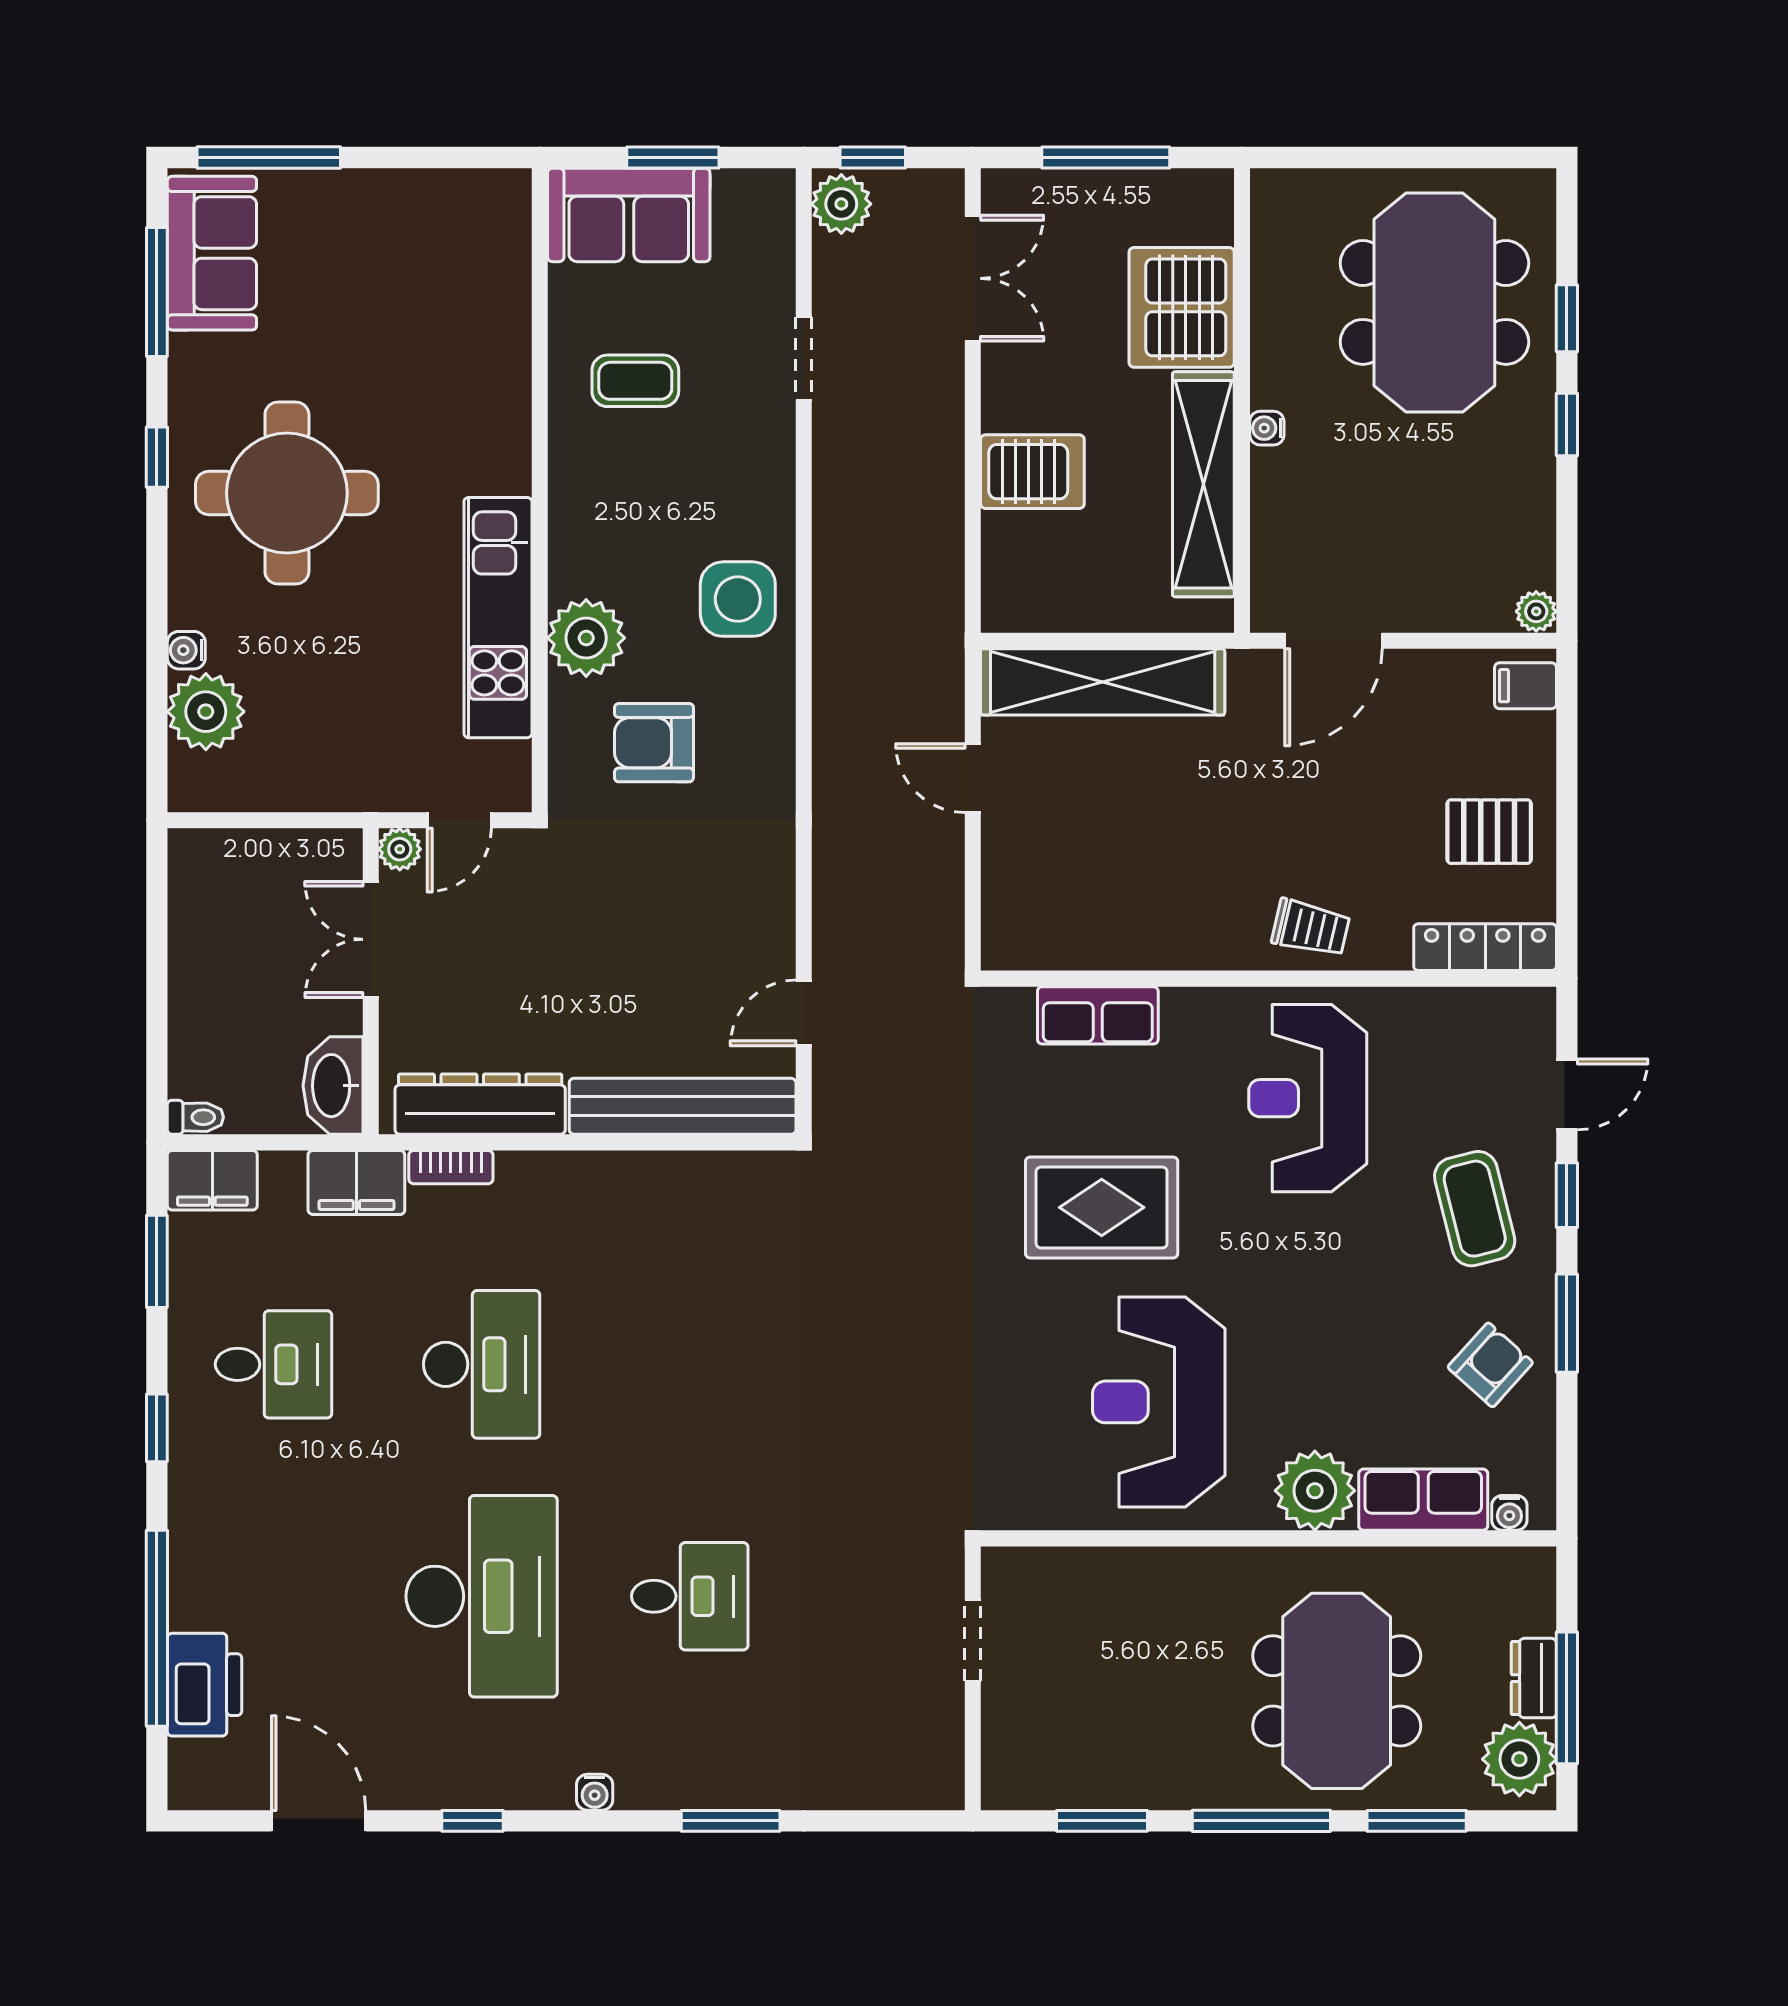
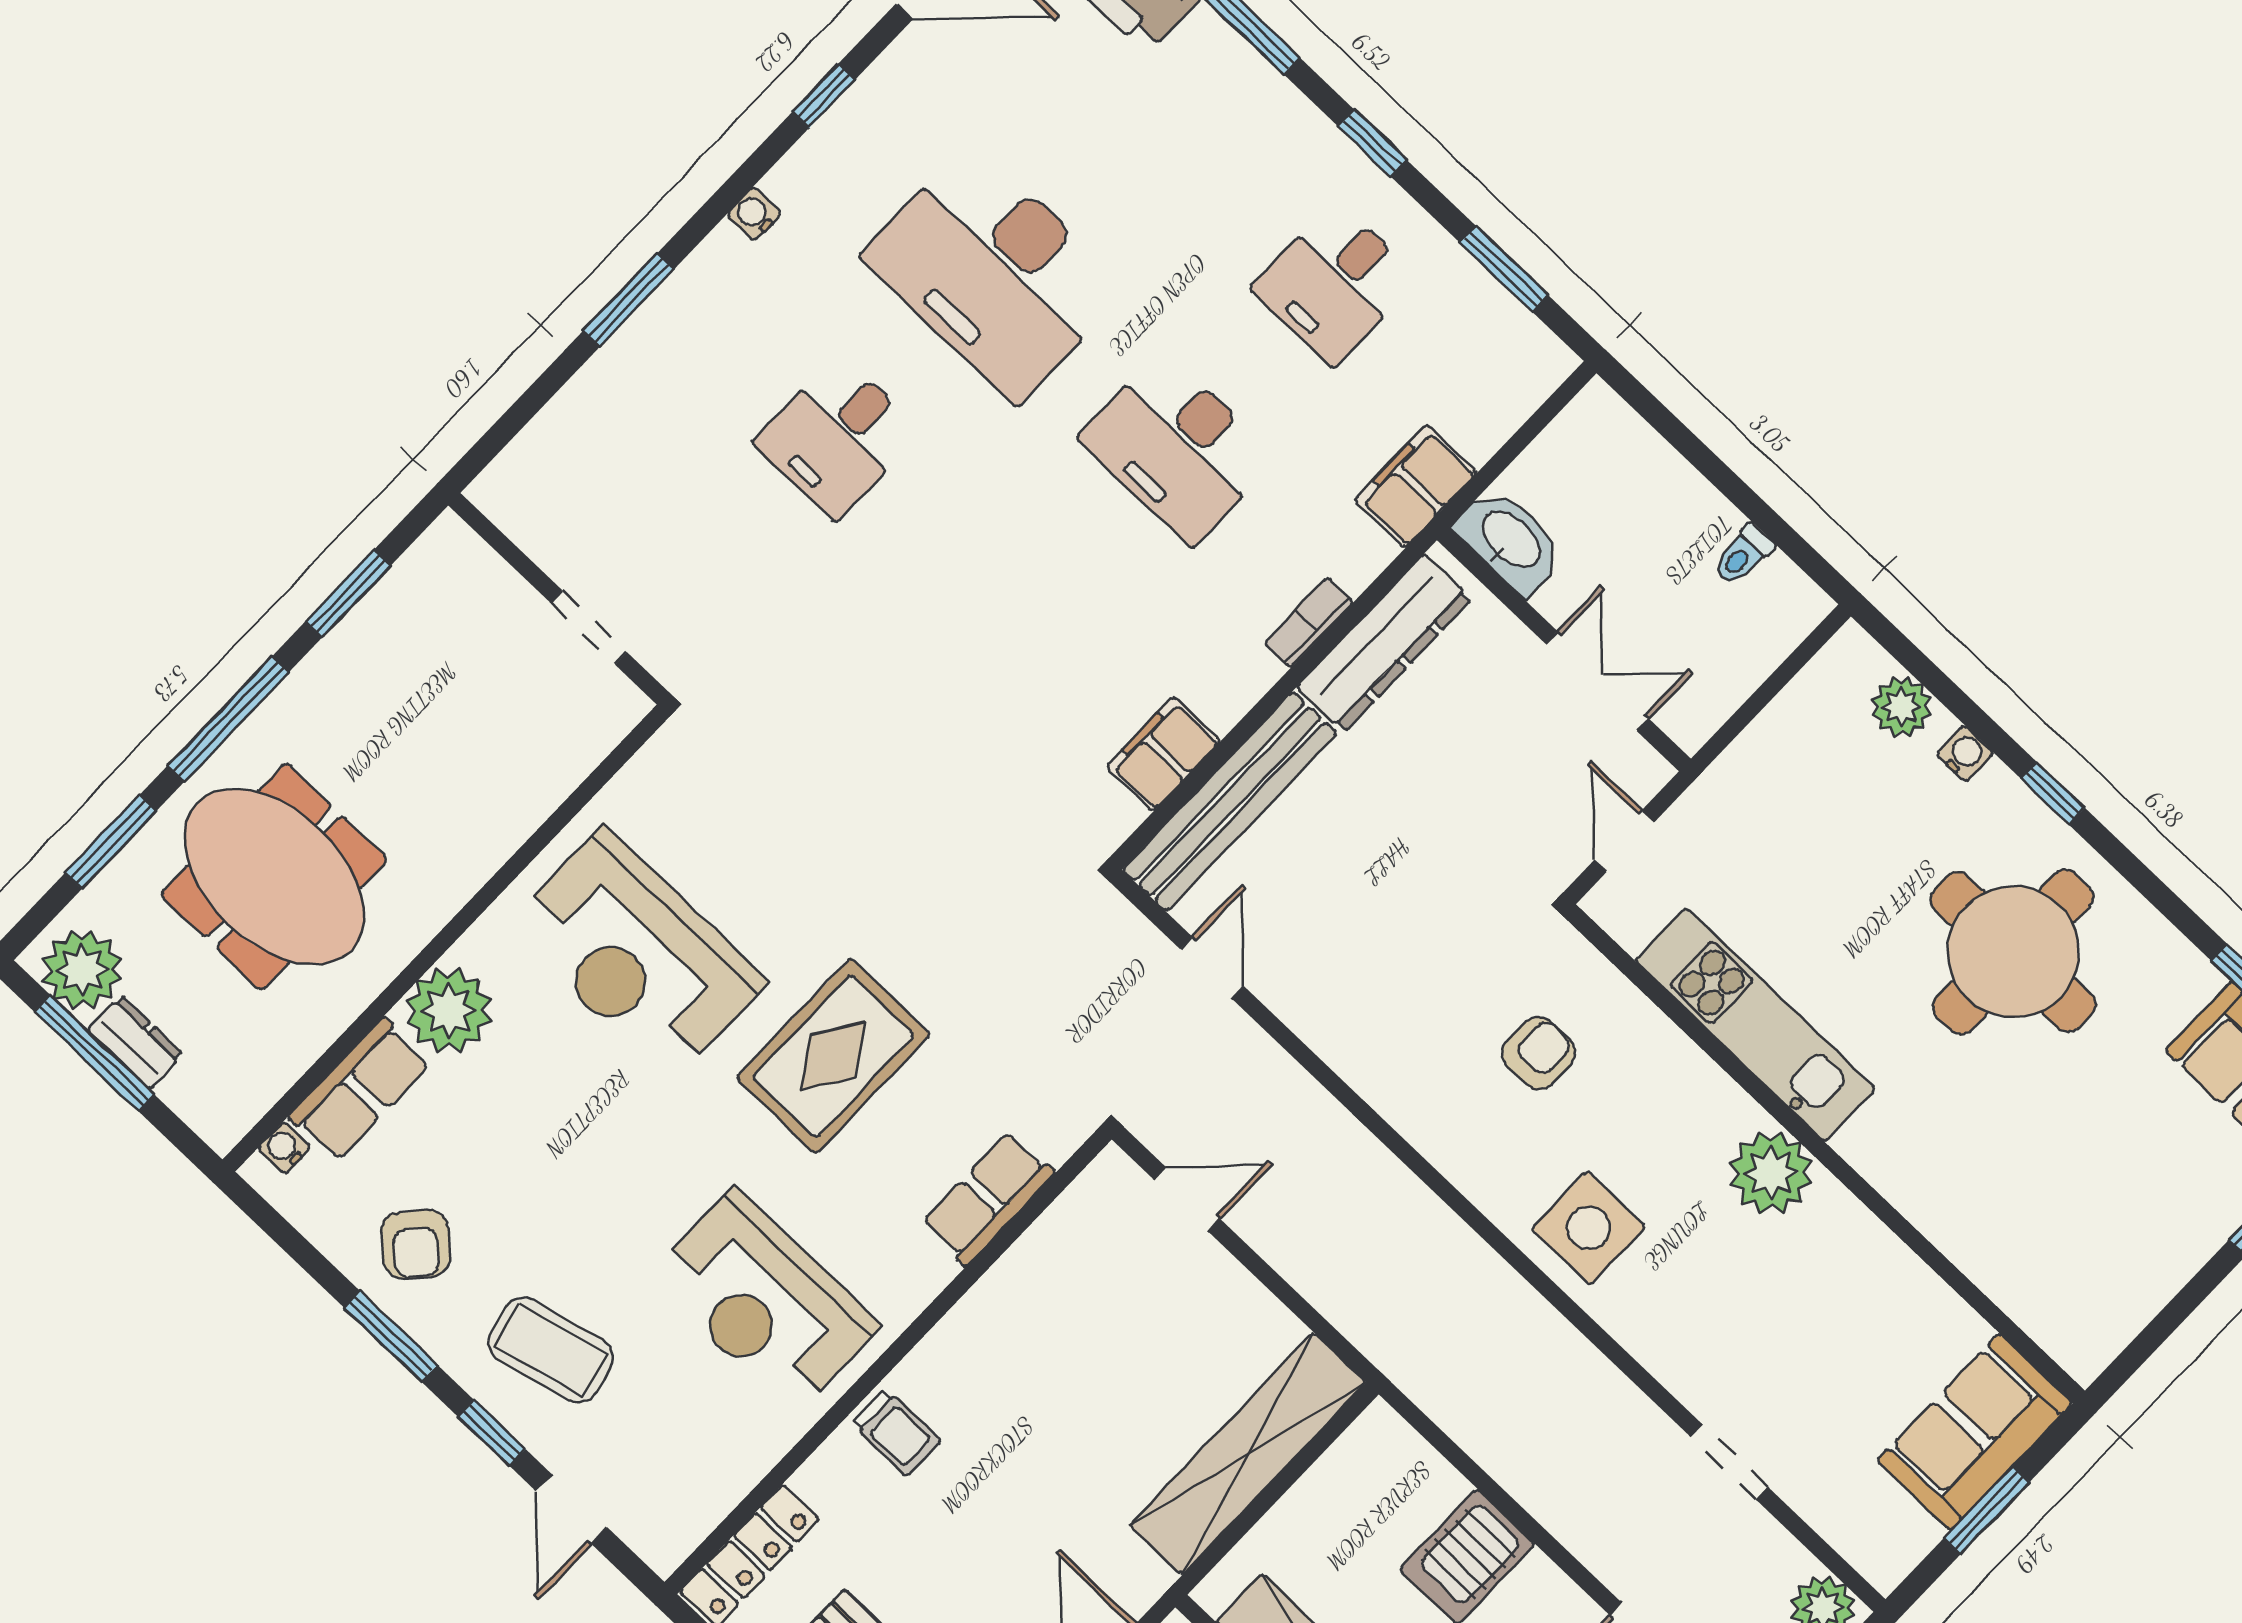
coffee table: (635, 381) -> (1839, 1312), removed
window: (157, 457) -> (2053, 793), moved
plant: (586, 638) -> (1771, 1173), moved
plant: (206, 712) -> (1901, 707), width x0.73, depth x0.73
armchair: (654, 743) -> (1539, 1053), width x0.72, depth x0.72
door: (973, 778) -> (1187, 1199), moved
plant: (400, 849) -> (1646, 772), removed
trolley: (1311, 928) -> (896, 1432), turned -103
reception desk: (1308, 1098) -> (764, 1301), turned 180
toilet: (195, 1117) -> (1743, 555), moved
bookcase: (451, 1167) -> (1309, 623), moved
filing cabinet: (212, 1180) -> (1163, 754), moved
reception desk: (1159, 1402) -> (637, 954), turned 180

